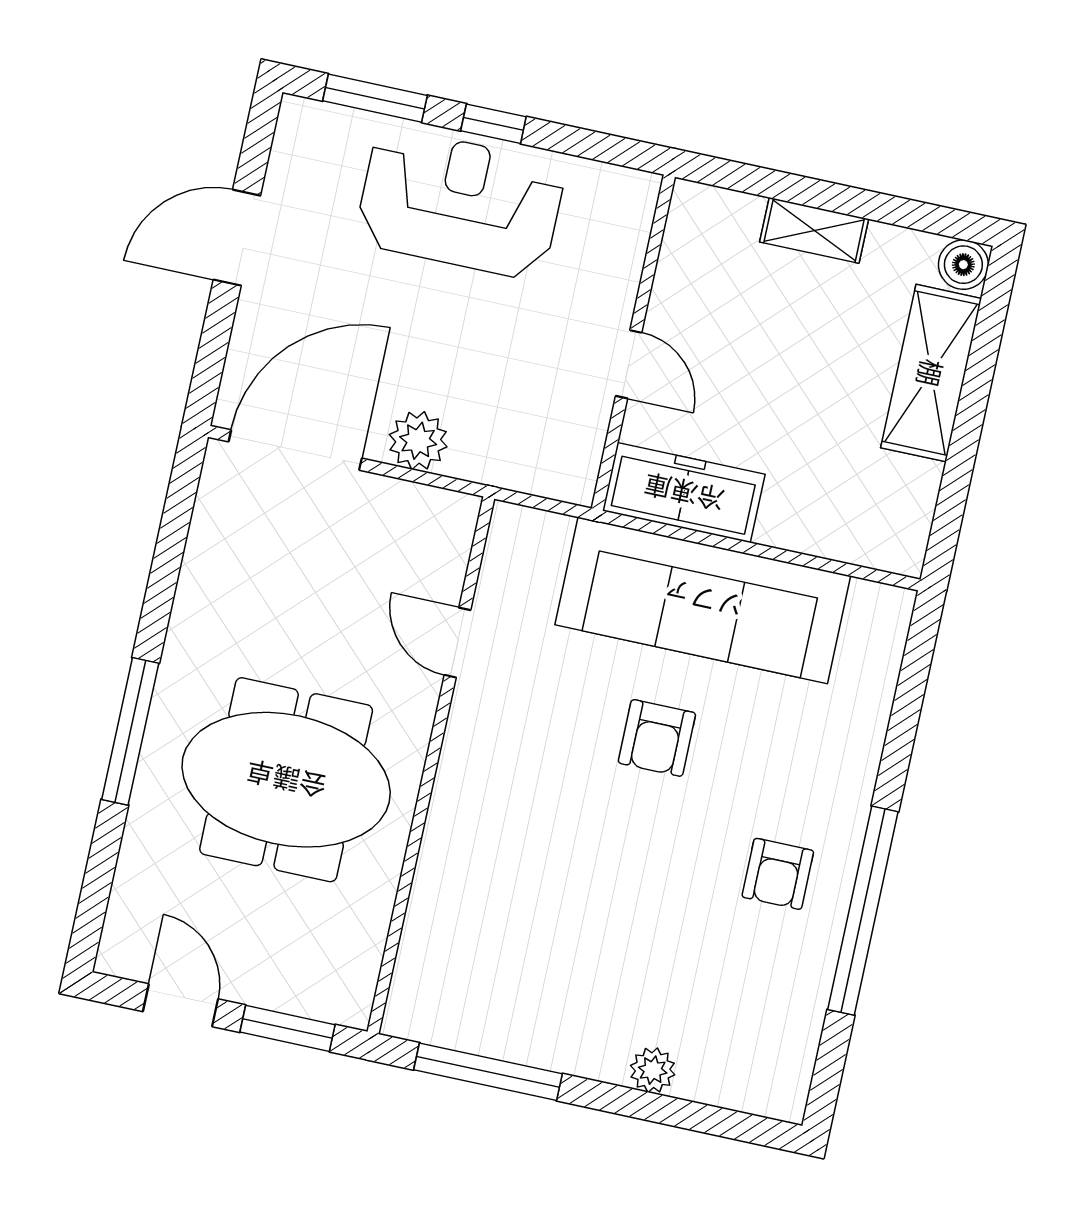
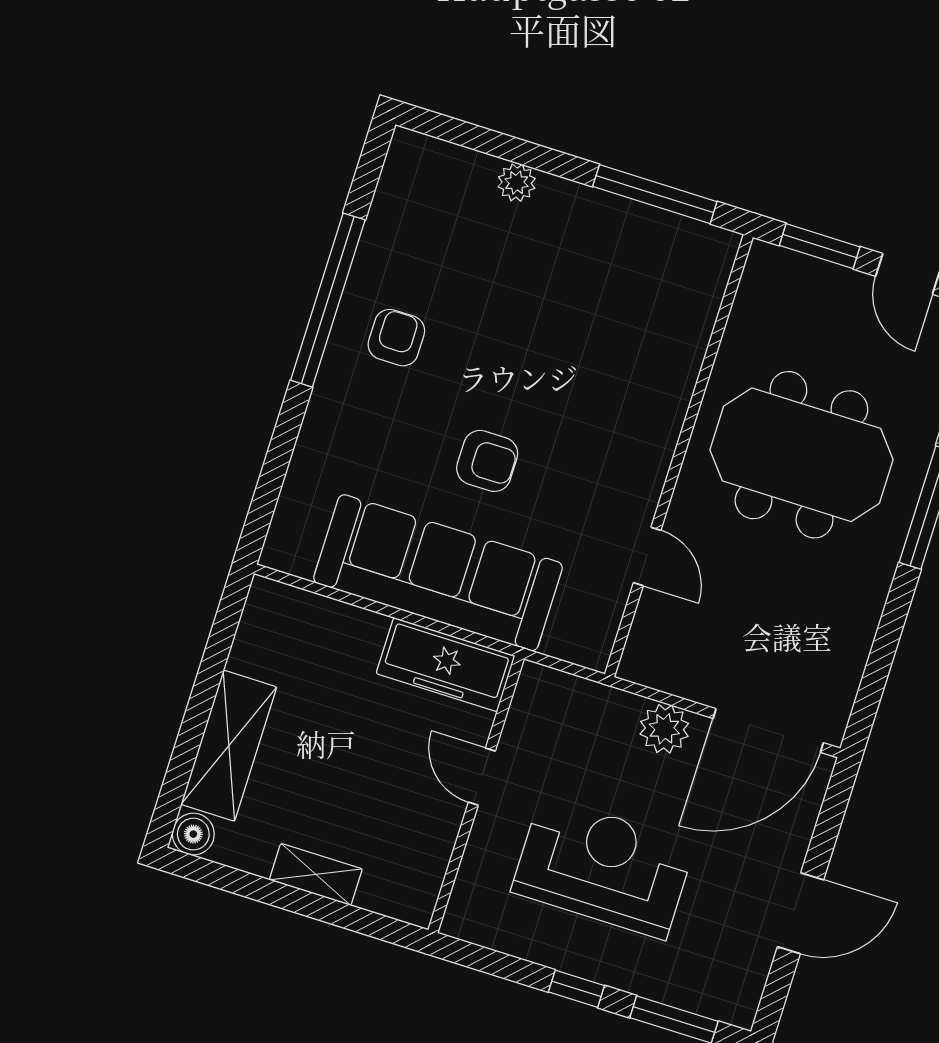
reception desk: (460, 203) -> (603, 868), moved, turned 180
armchair: (657, 738) -> (487, 461), turned 90

